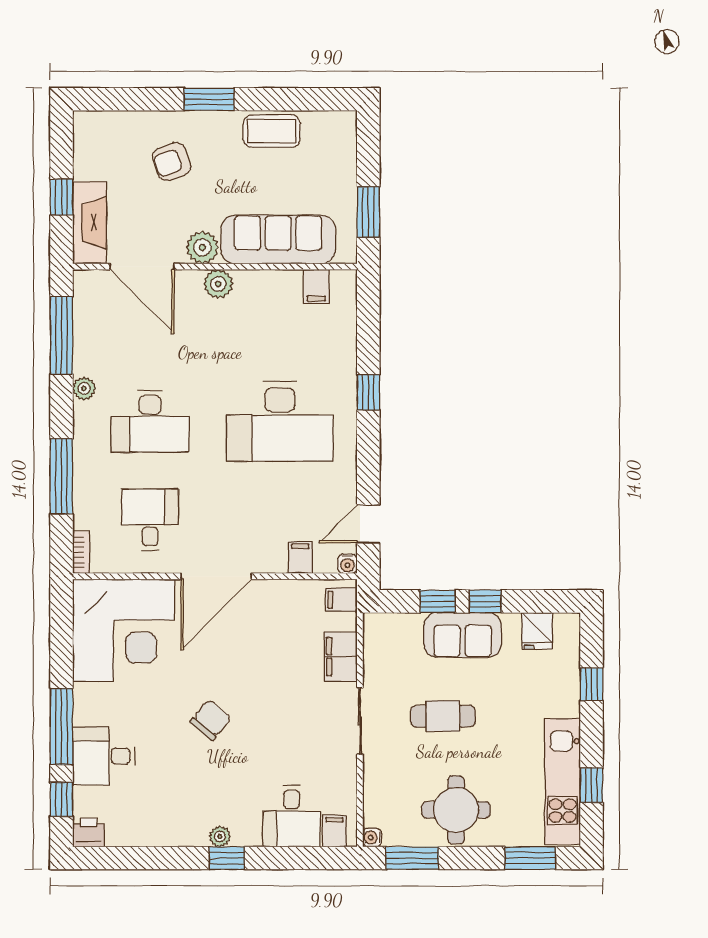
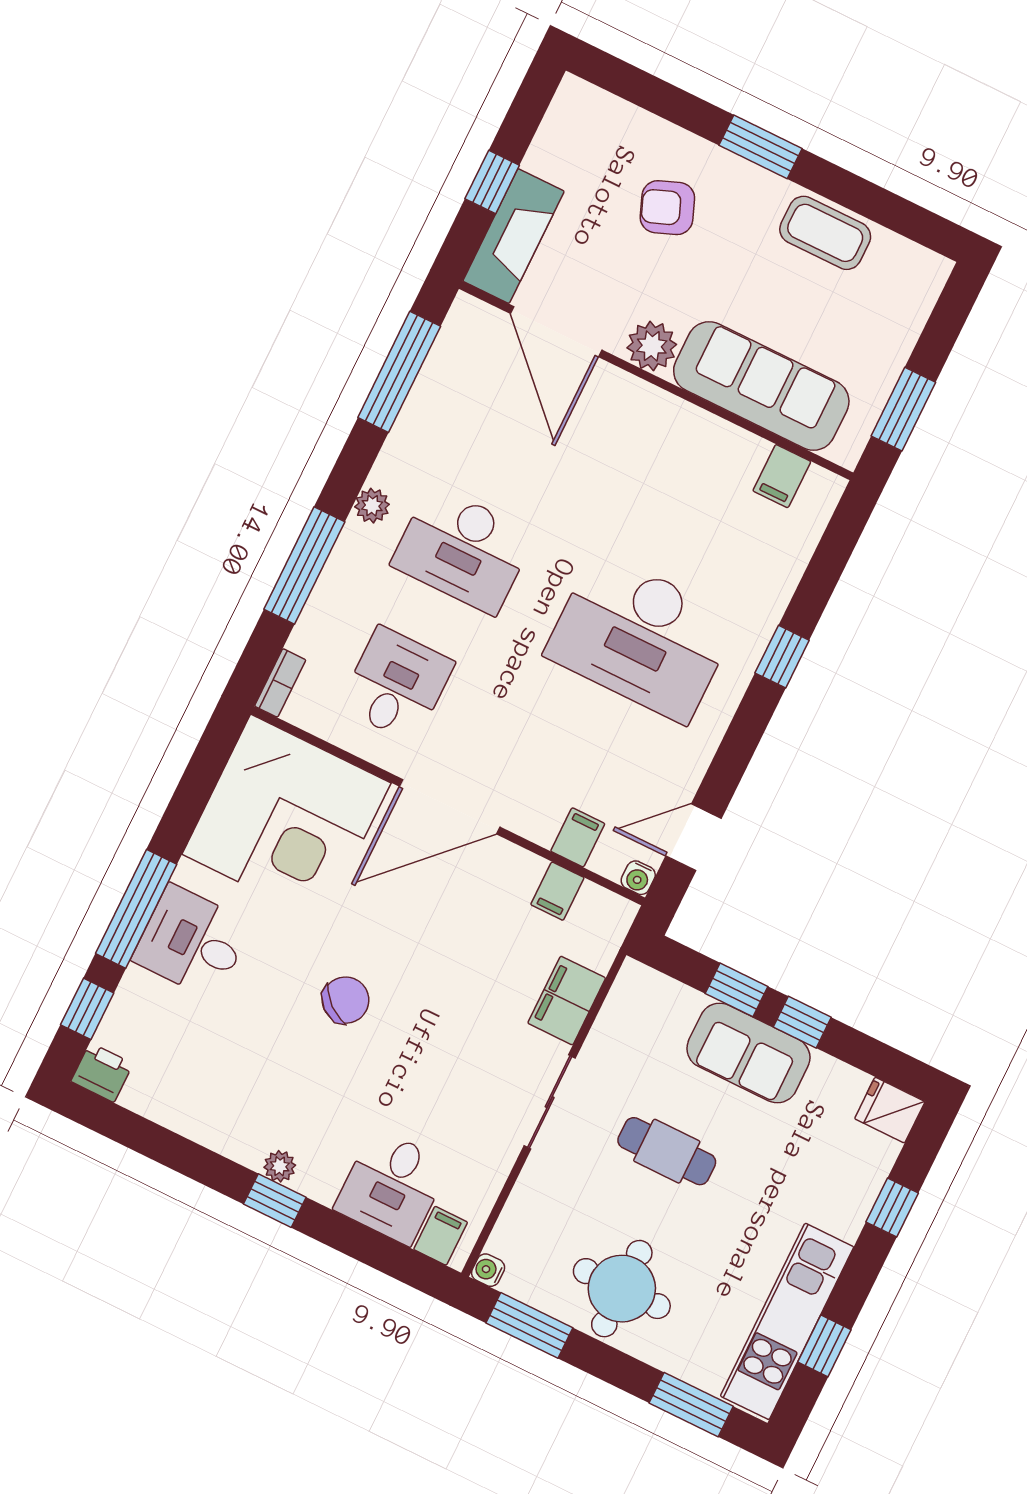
plant: (218, 284) -> (649, 407), removed
plant: (84, 388) -> (372, 506), moved
filing cabinet: (341, 600) -> (557, 891), moved, turned -90
fridge: (537, 631) -> (890, 1110), moved, turned 90
desk: (104, 756) -> (192, 942), moved

